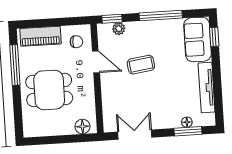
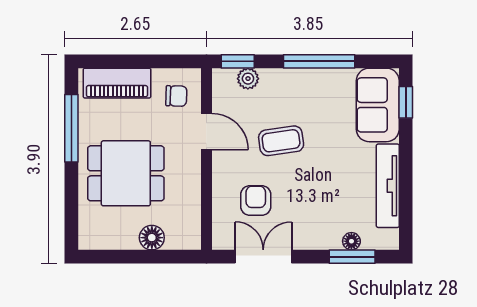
armchair: (128, 101) -> (256, 200), added
floor lamp: (82, 127) -> (152, 238), moved

